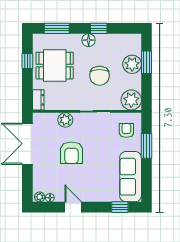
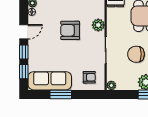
plant: (131, 100) -> (111, 85), width x0.53, depth x0.53
window: (146, 146) -> (61, 94), moved
window: (97, 207) -> (24, 52), added

